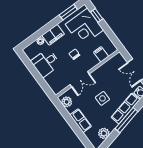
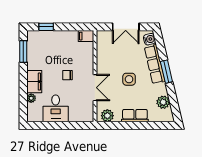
corner desk: (84, 27) -> (49, 47), removed
filing cabinet: (101, 54) -> (86, 36), moved
window: (126, 120) -> (166, 72), width x0.69

